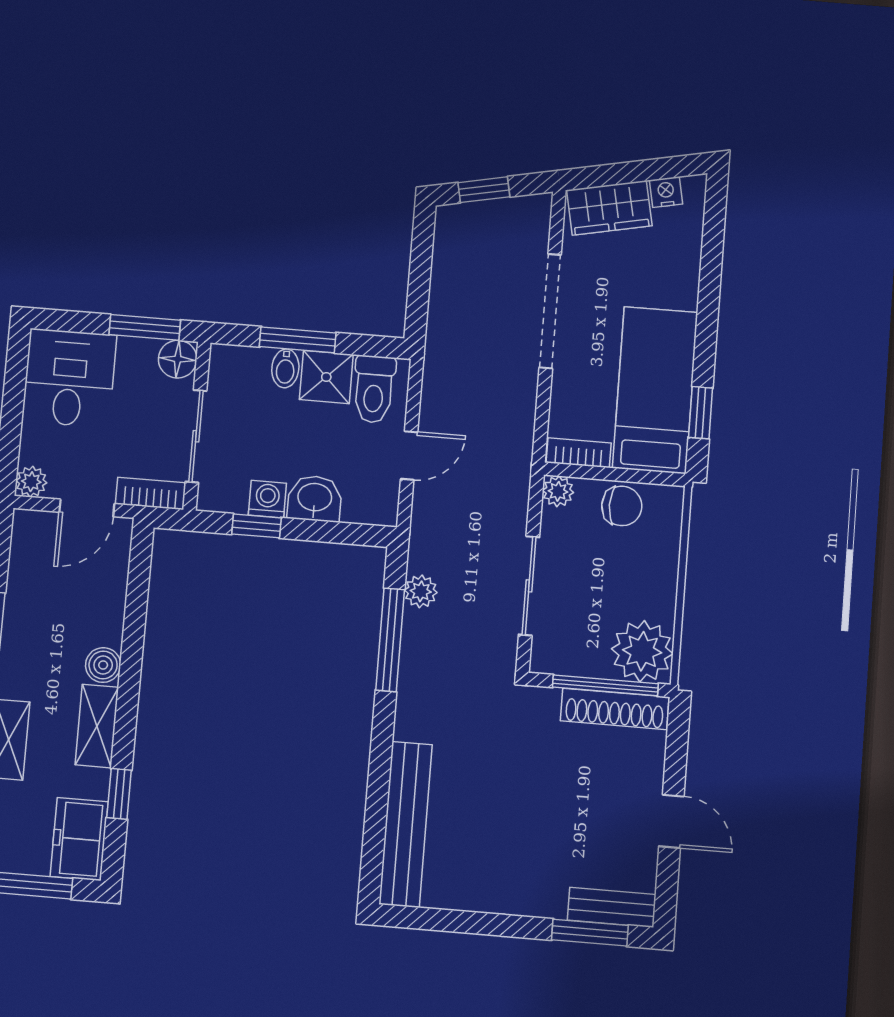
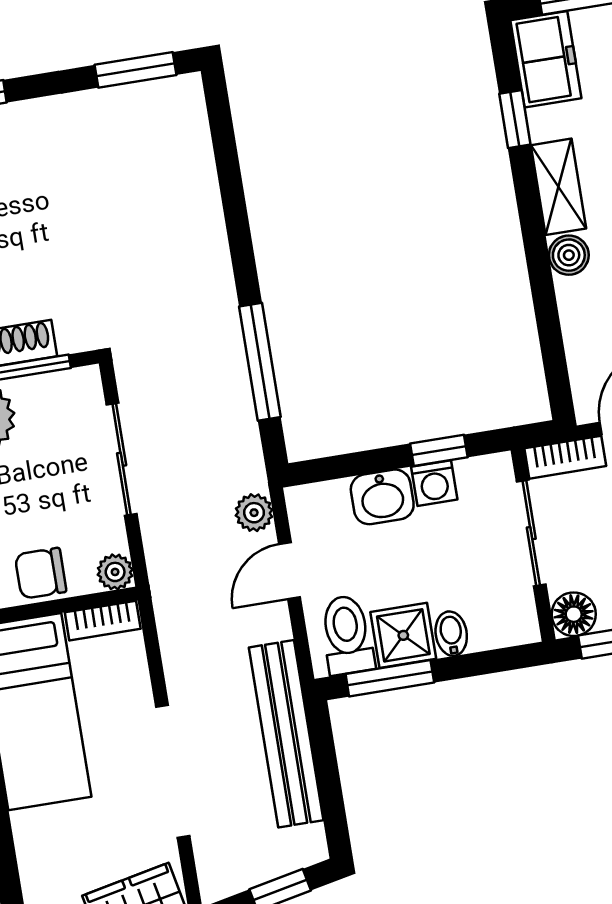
window: (298, 340) -> (390, 678), moved
plant: (421, 591) -> (254, 513), moved
bench: (406, 824) -> (286, 734), moved
window: (435, 919) -> (136, 70), added

